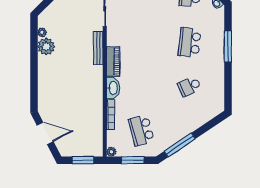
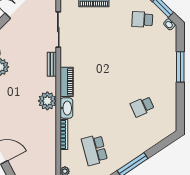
school desk: (190, 42) -> (142, 63), removed
bench: (98, 48) -> (52, 64), width x0.73
plant: (94, 81) -> (47, 101), added

